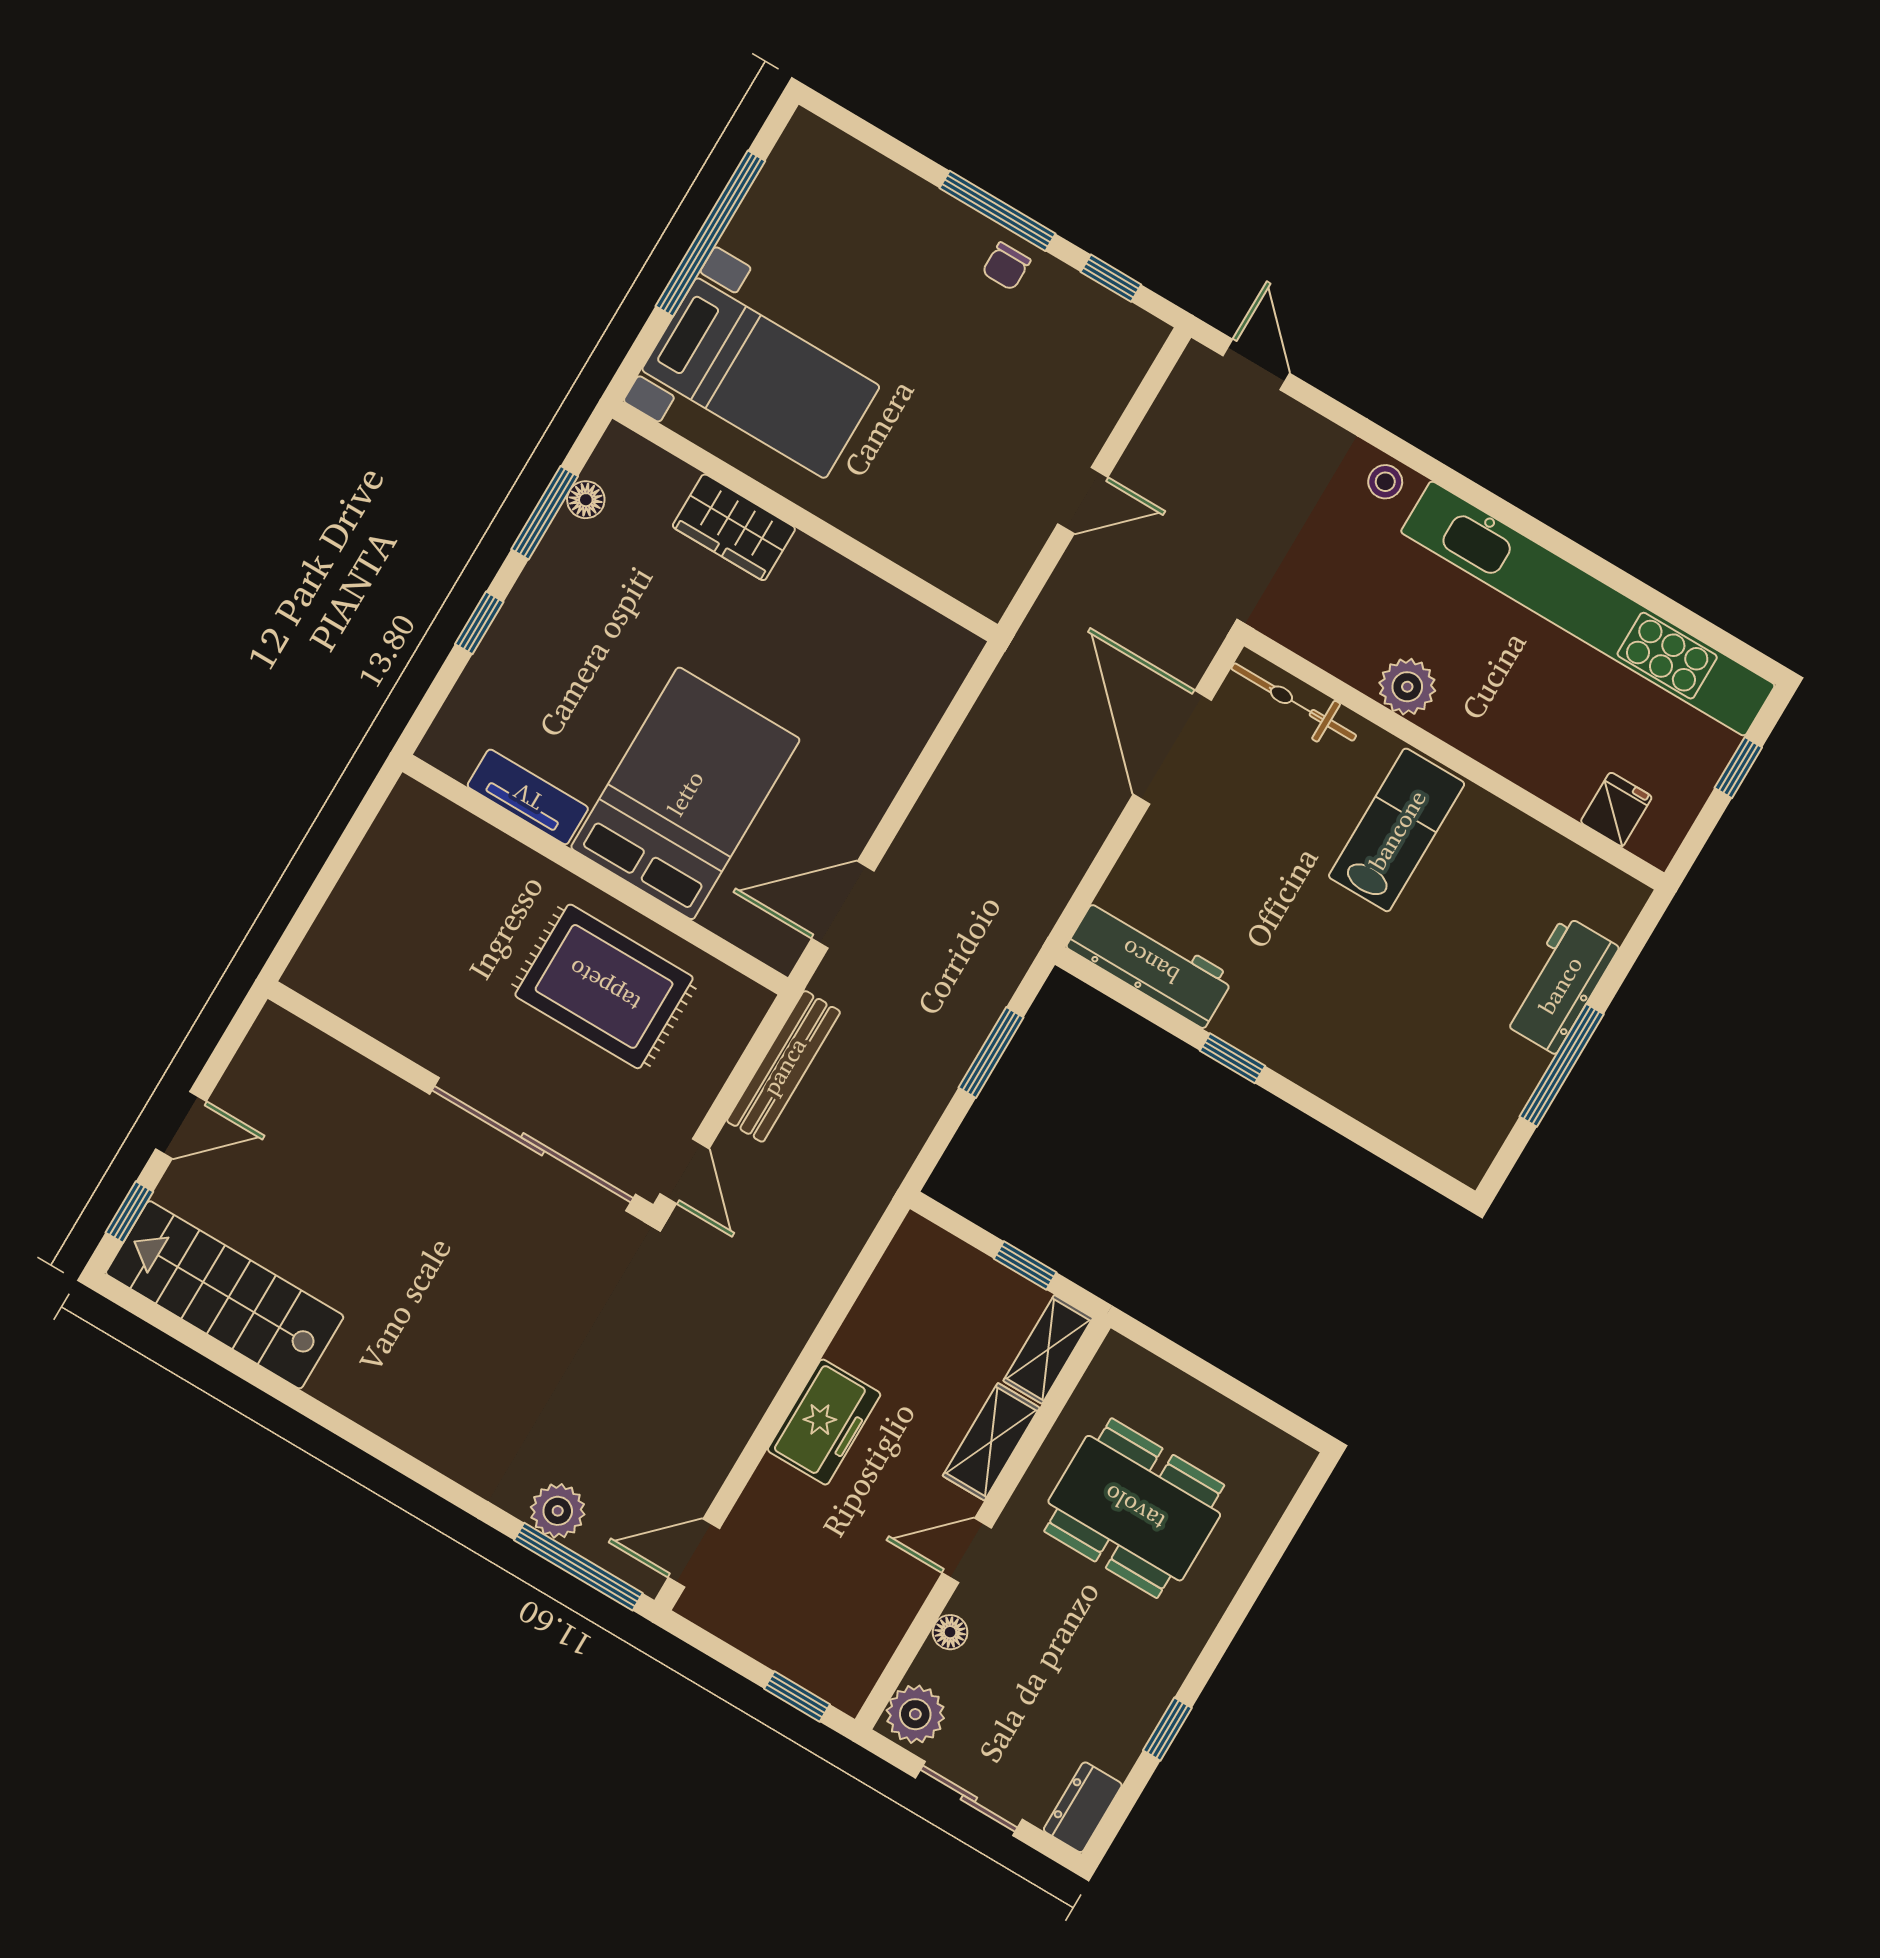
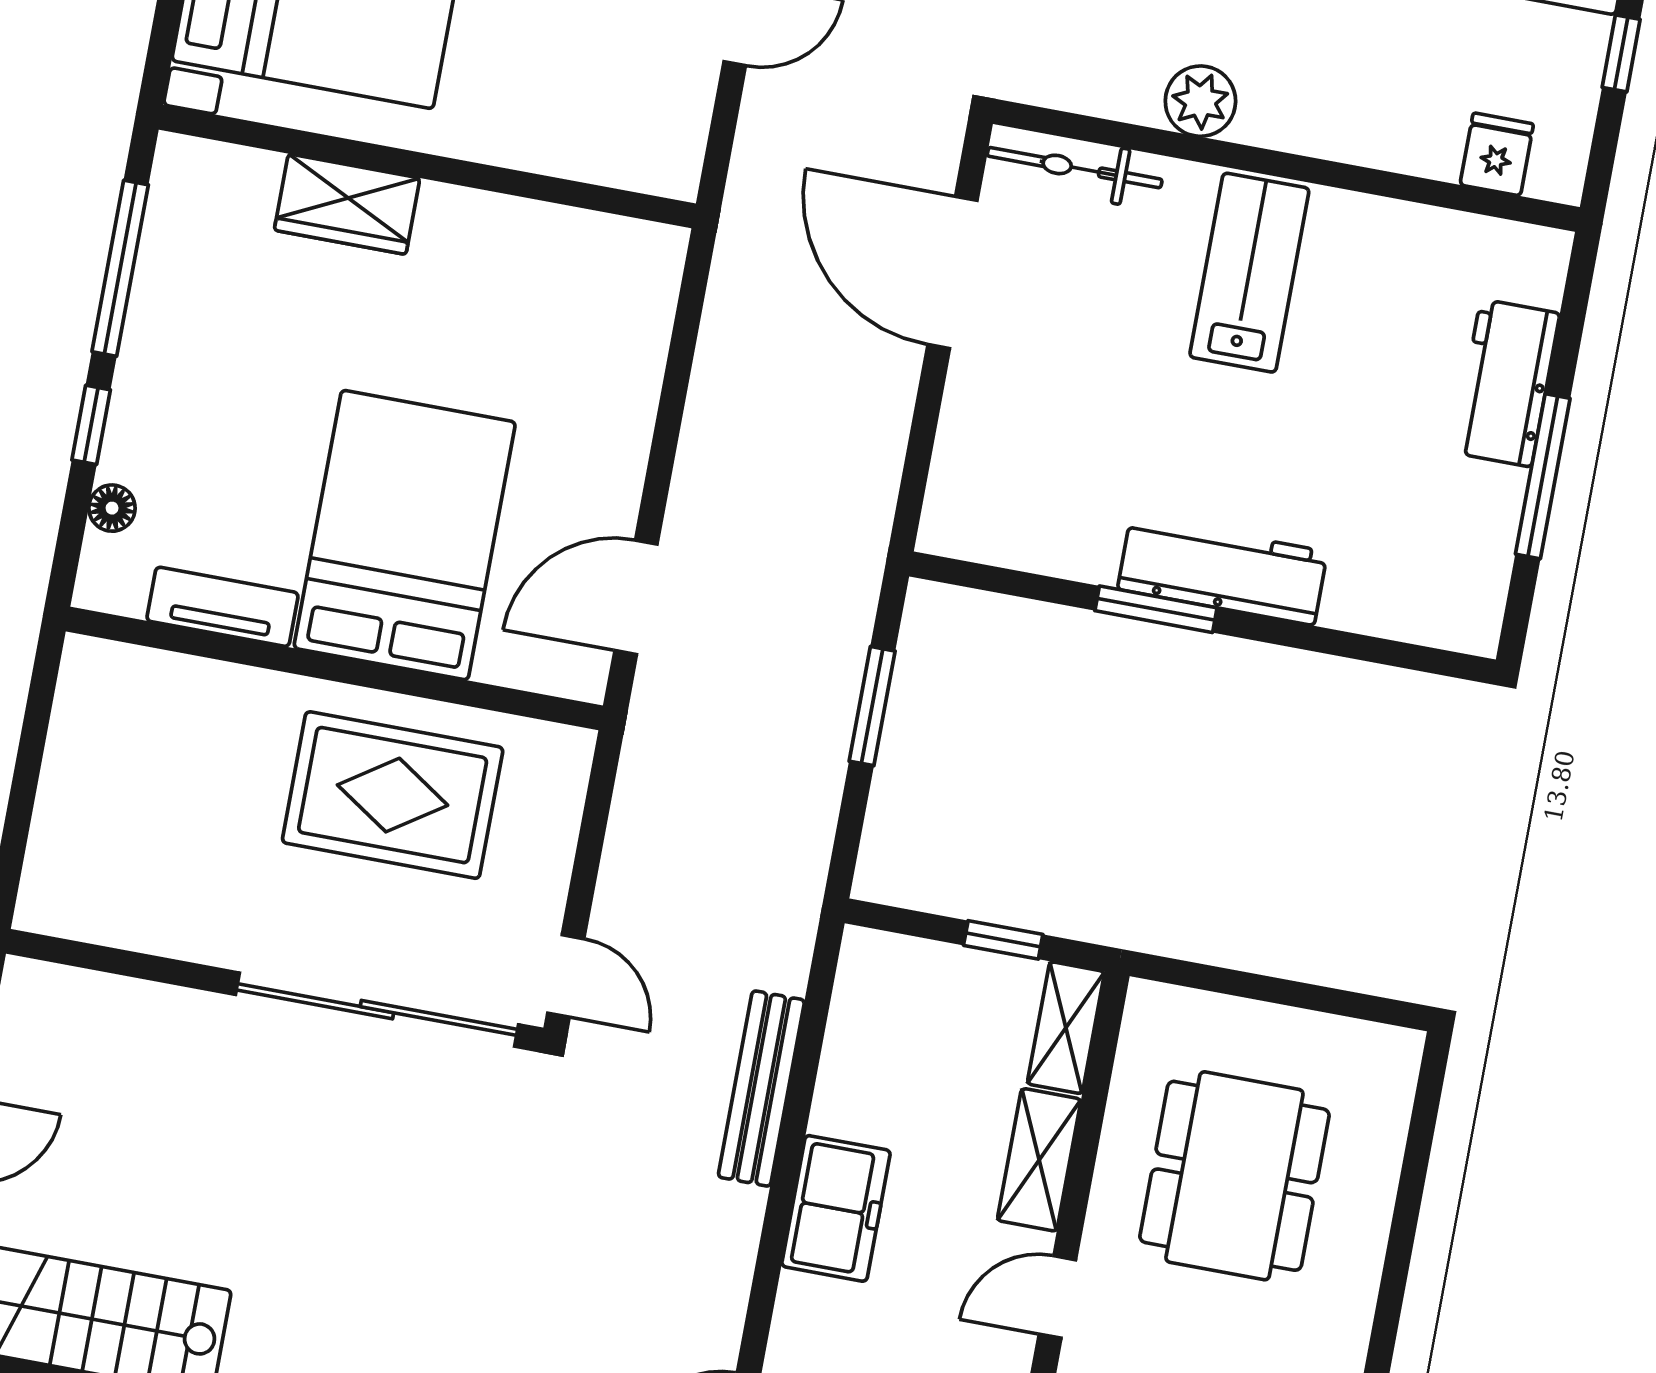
floor lamp: (586, 500) -> (112, 508), moved
window: (545, 513) -> (120, 268), width x1.44
workbench: (1150, 962) -> (1222, 570), moved
window: (1232, 1058) -> (1156, 609), width x1.50
bench: (784, 1066) -> (761, 1089), moved
dining table: (1134, 1508) -> (1234, 1176), turned 90

